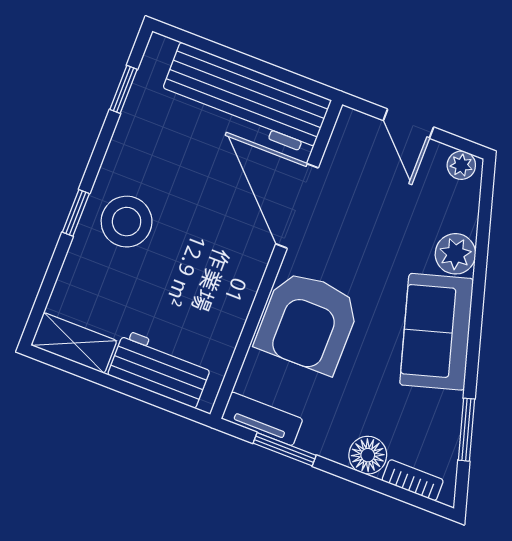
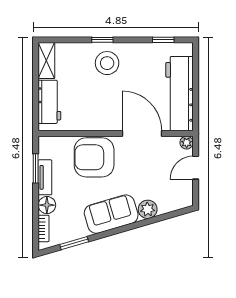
plant: (461, 165) -> (187, 143), moved
door: (297, 206) -> (142, 134), hinge flipped
tv unit: (262, 419) -> (45, 177), moved

